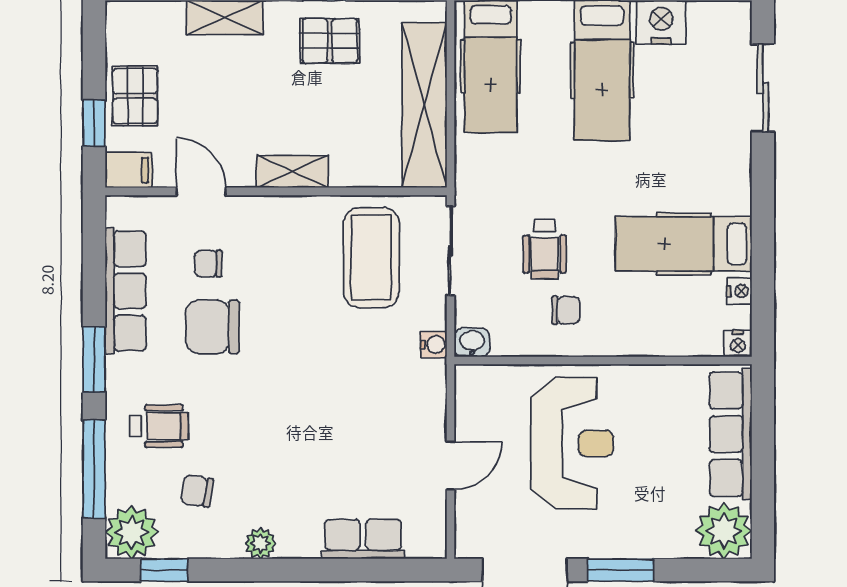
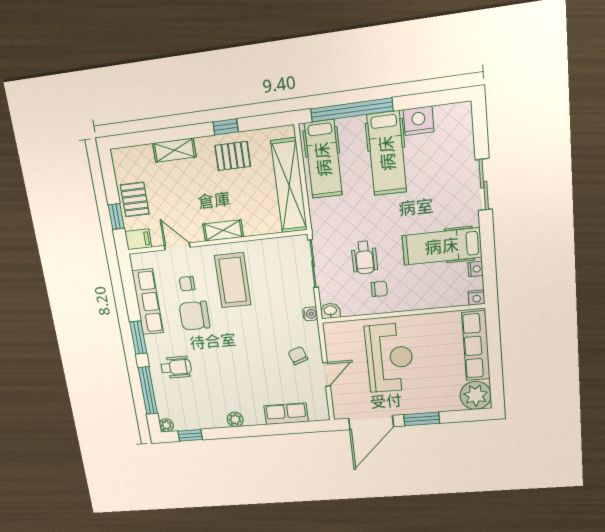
sliding door: (763, 88) -> (484, 185), moved
coffee table: (371, 258) -> (233, 280), moved
chair: (197, 491) -> (298, 356), moved, turned 61
plant: (132, 532) -> (166, 425), width x0.53, depth x0.53

